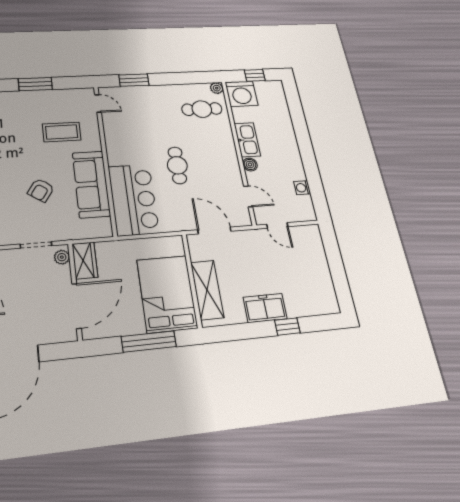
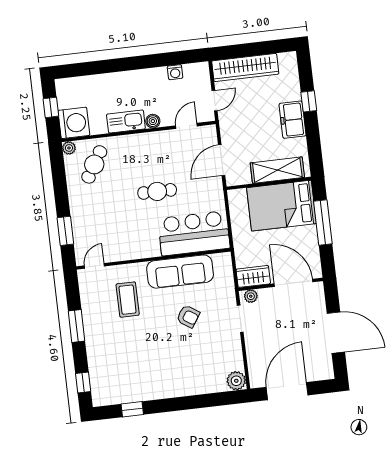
cafe table: (202, 109) -> (94, 164), turned 31
wardrobe: (316, 258) -> (245, 67), added

